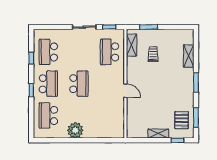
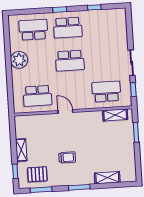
school desk: (48, 52) -> (37, 96), moved, turned 180
trolley: (153, 54) -> (67, 157), moved
door: (125, 91) -> (65, 111), swing flipped

